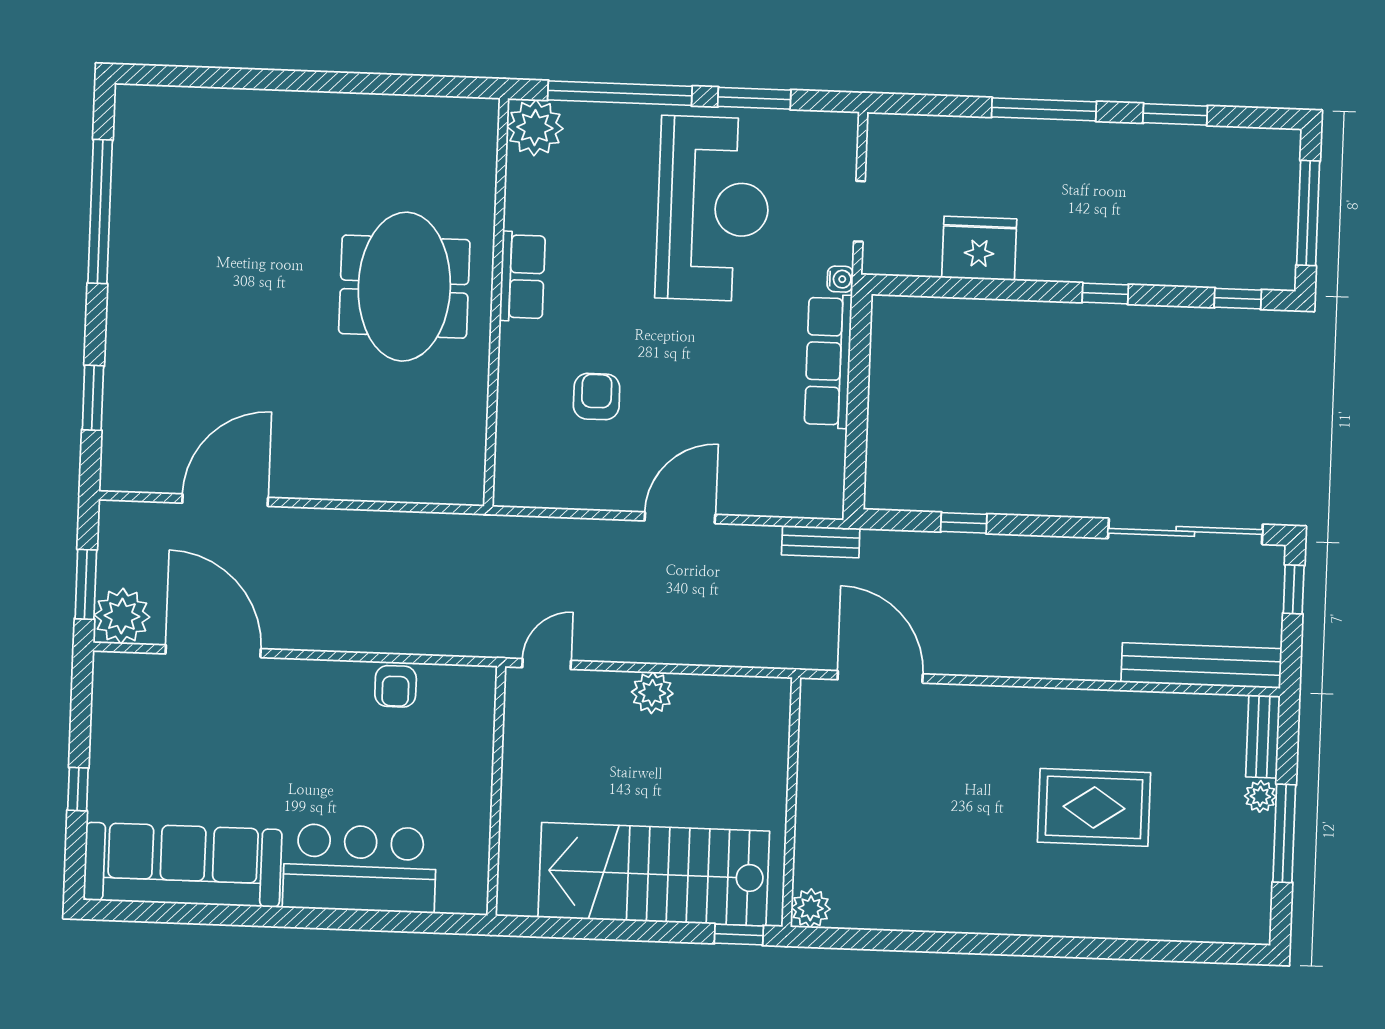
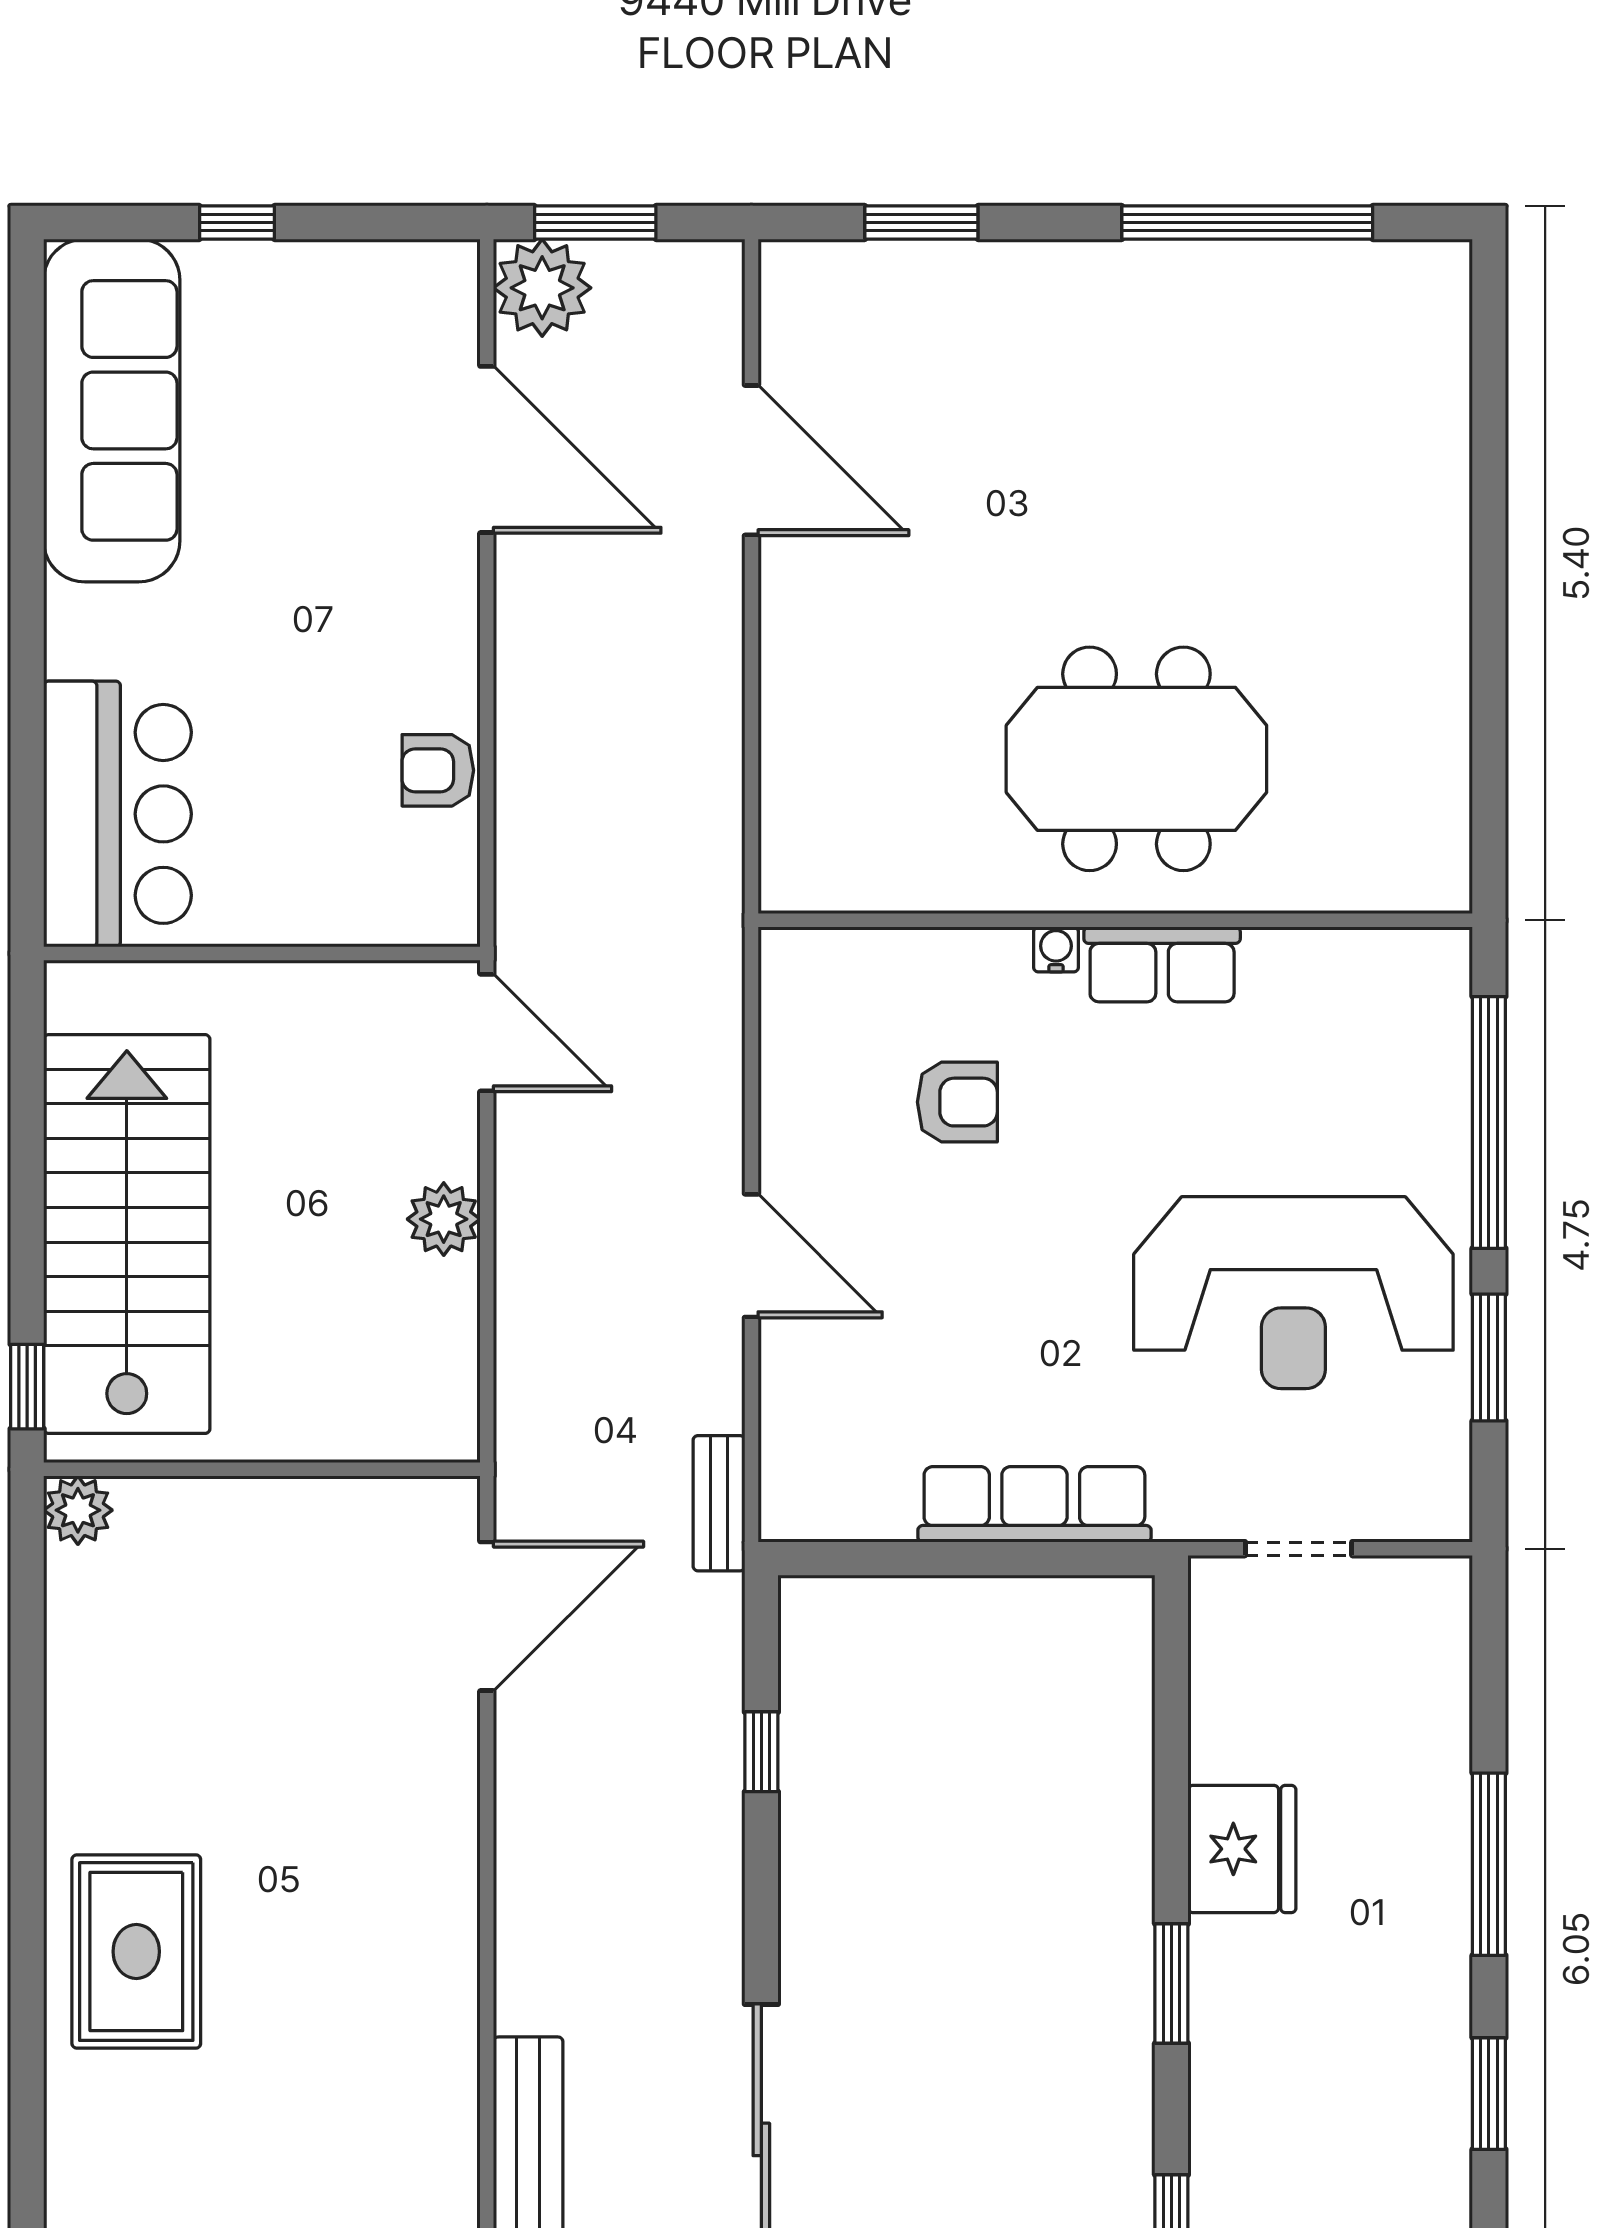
plant: (535, 128) -> (1423, 976), removed
fridge: (979, 248) -> (1242, 1849), moved
water cooler: (840, 279) -> (1056, 949), moved, turned 180
window: (1105, 294) -> (1171, 1983), width x1.50
door: (213, 651) -> (487, 449), hinge flipped
door: (547, 664) -> (487, 1033), width x1.38
rug: (1094, 807) -> (136, 1952), moved
bar counter: (360, 868) -> (117, 814), moved

